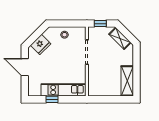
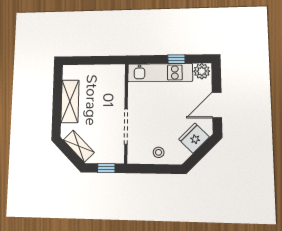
door: (25, 67) -> (217, 105), swing flipped
shelving: (127, 81) -> (70, 101), moved
plant: (35, 91) -> (202, 71), added

